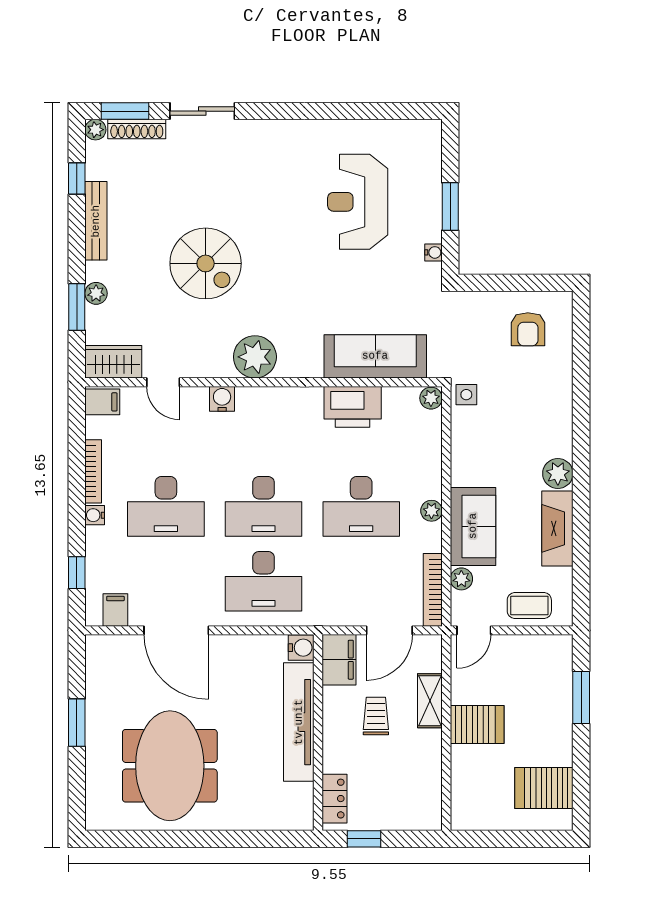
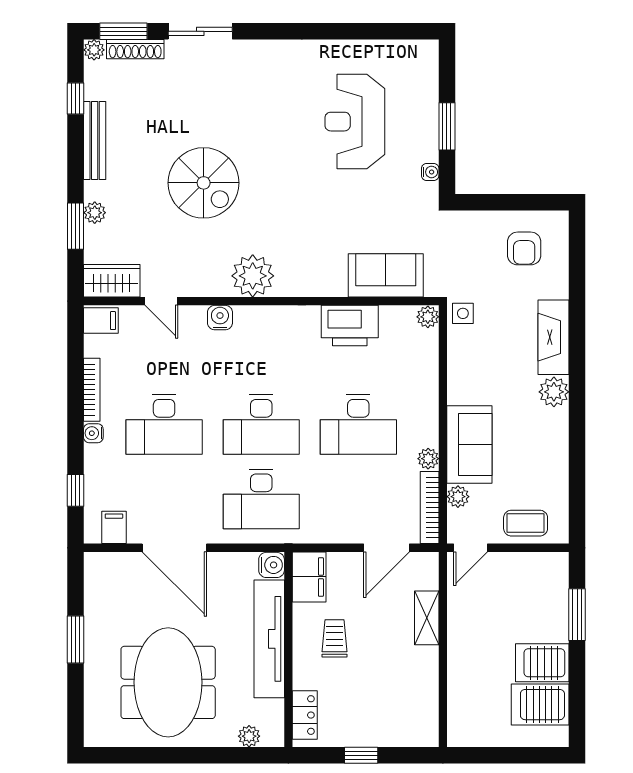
sofa: (375, 356) -> (386, 275), width x0.73
plant: (431, 511) -> (428, 459), moved
fireplace: (557, 528) -> (554, 337), moved
water cooler: (301, 648) -> (272, 565), moved
filing cabinet: (339, 660) -> (309, 577), moved
trolley: (376, 716) -> (335, 638), moved
tv unit: (299, 722) -> (269, 639), moved
server rack: (477, 725) -> (542, 663), moved, turned 180
wall: (318, 733) -> (288, 649), moved
locker: (335, 799) -> (305, 715), moved
plant: (251, 820) -> (249, 736), added

